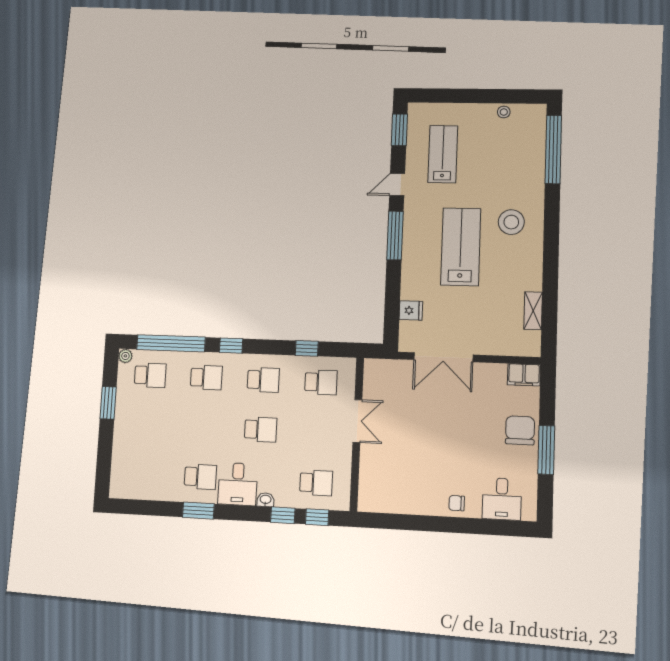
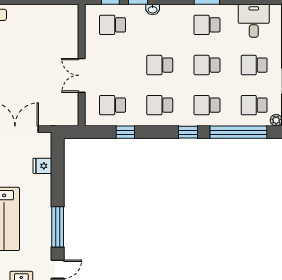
school desk: (147, 424) -> (254, 65), added
school desk: (203, 427) -> (207, 65), added
desk: (238, 484) -> (254, 21), moved

